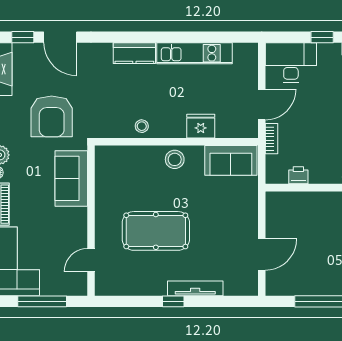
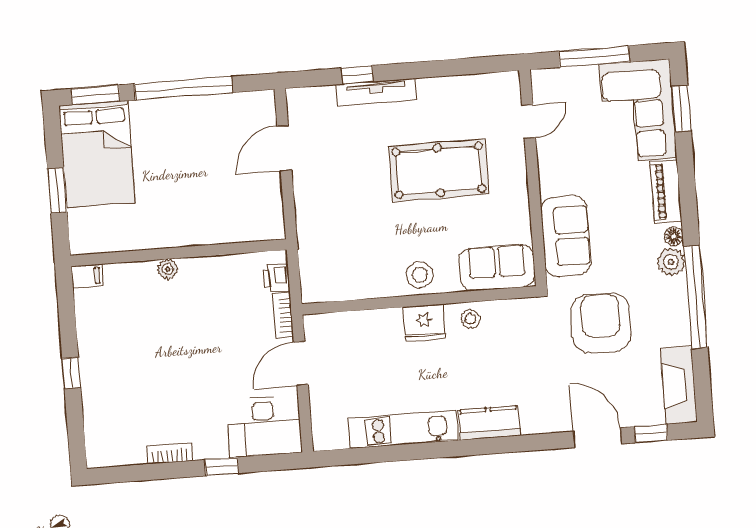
fridge: (201, 126) -> (424, 323), moved
sofa: (231, 160) -> (497, 267), moved
printer: (298, 175) -> (276, 278), moved, turned 90
window: (173, 301) -> (358, 75), moved

